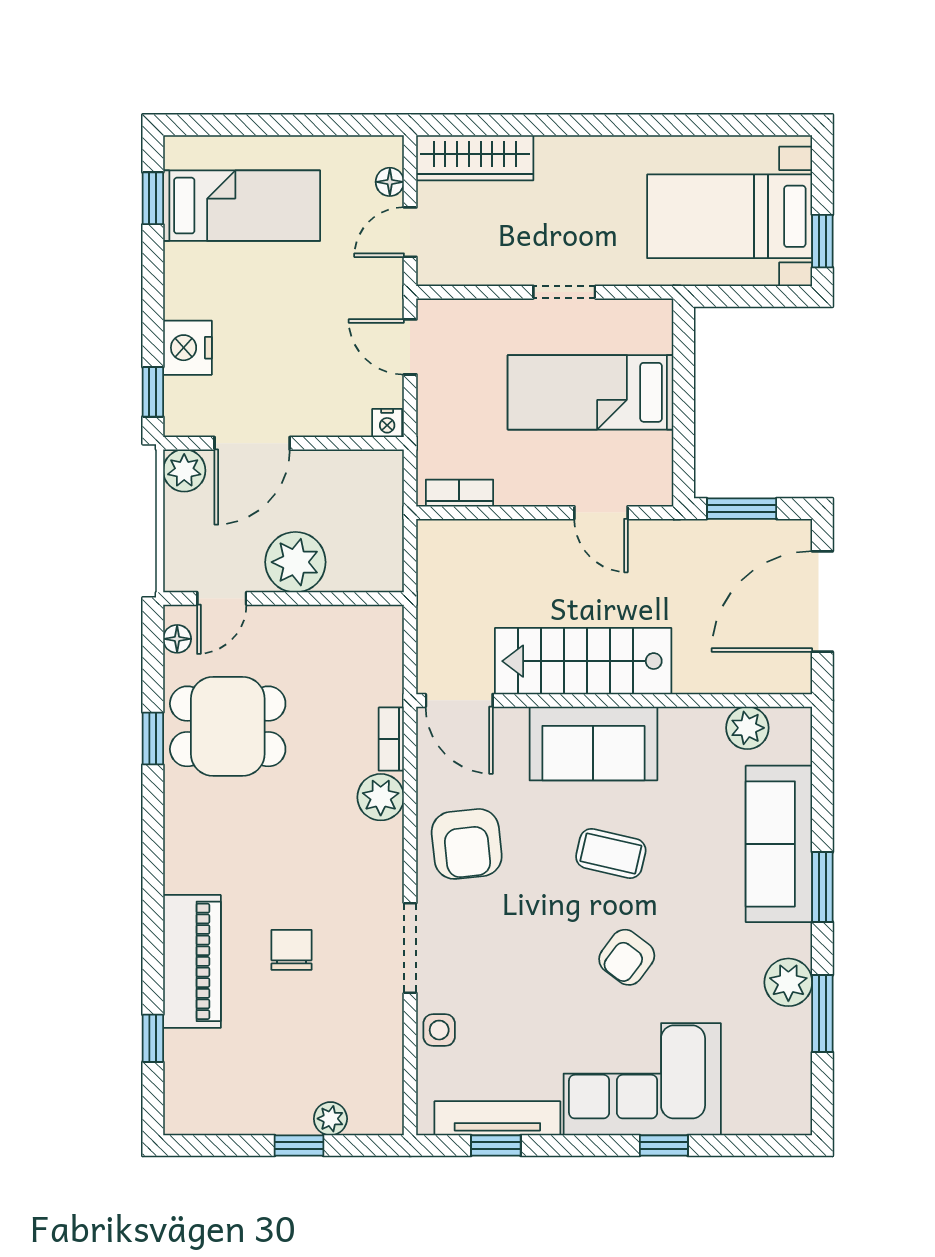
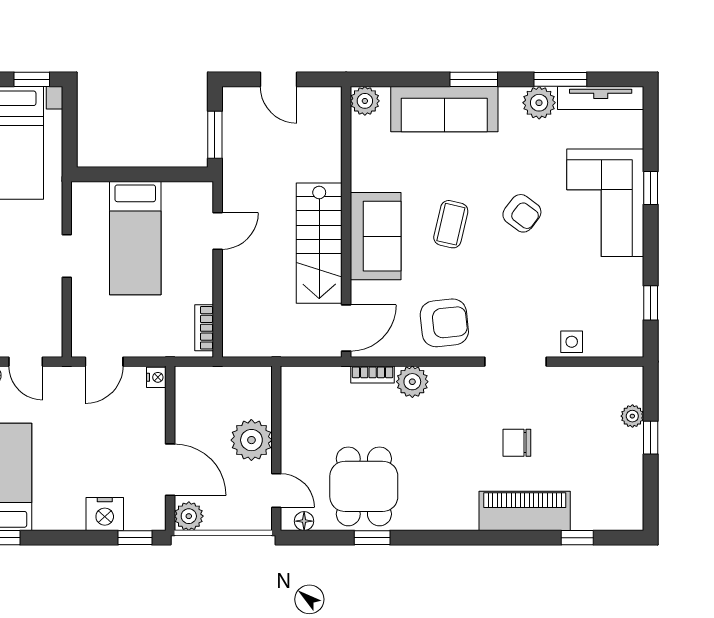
door: (822, 602) -> (278, 79), width x0.53
plant: (747, 728) -> (365, 101), moved
tv unit: (497, 1118) -> (601, 98), moved, turned -90

